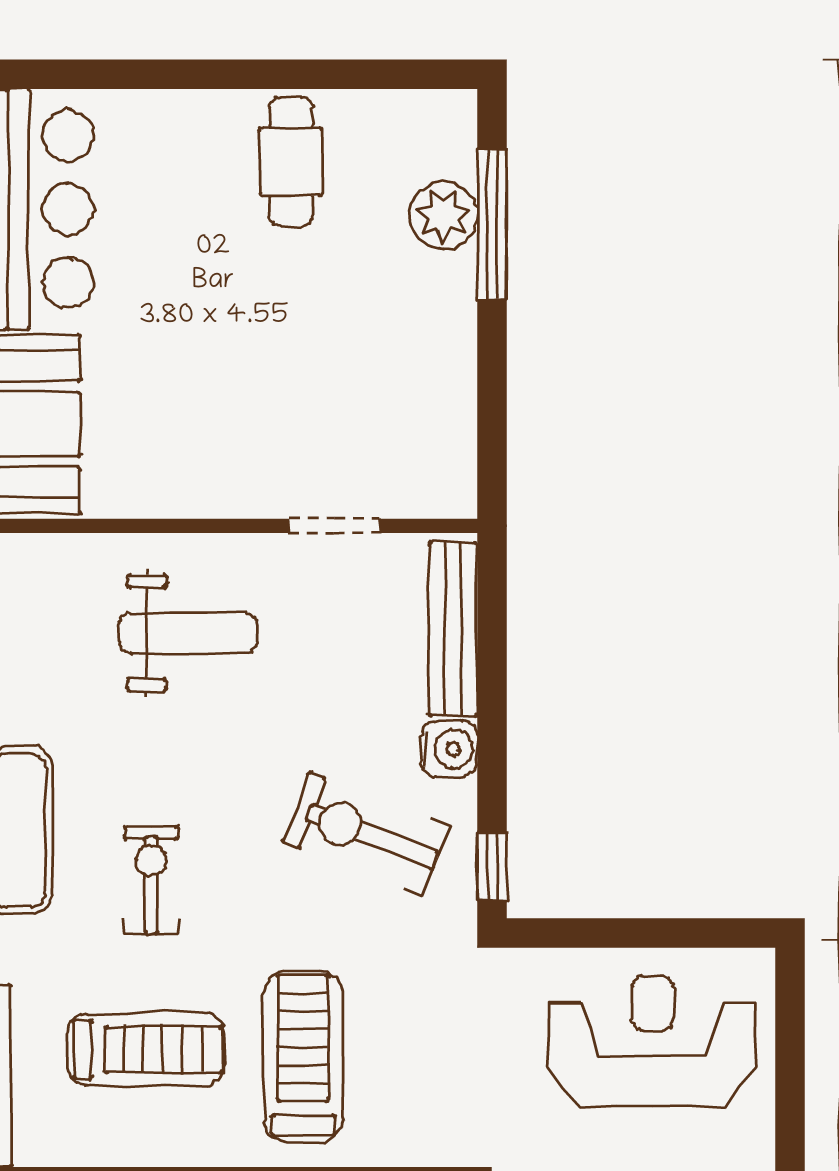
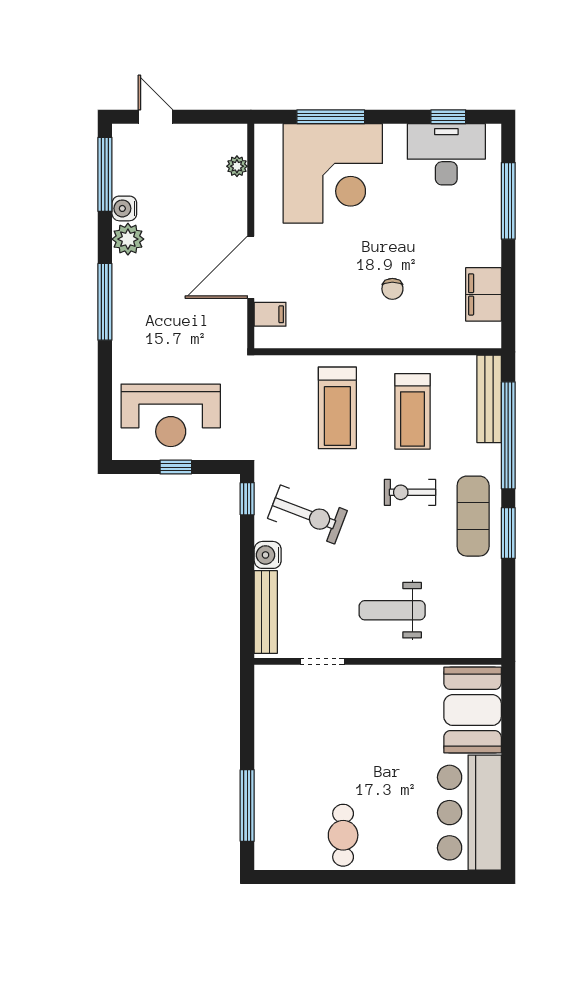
plant: (443, 215) -> (270, 810), removed
exercise bike: (151, 880) -> (410, 492), turned 90
window: (642, 933) -> (176, 467), added
treadmill: (146, 1049) -> (413, 411), turned -90

